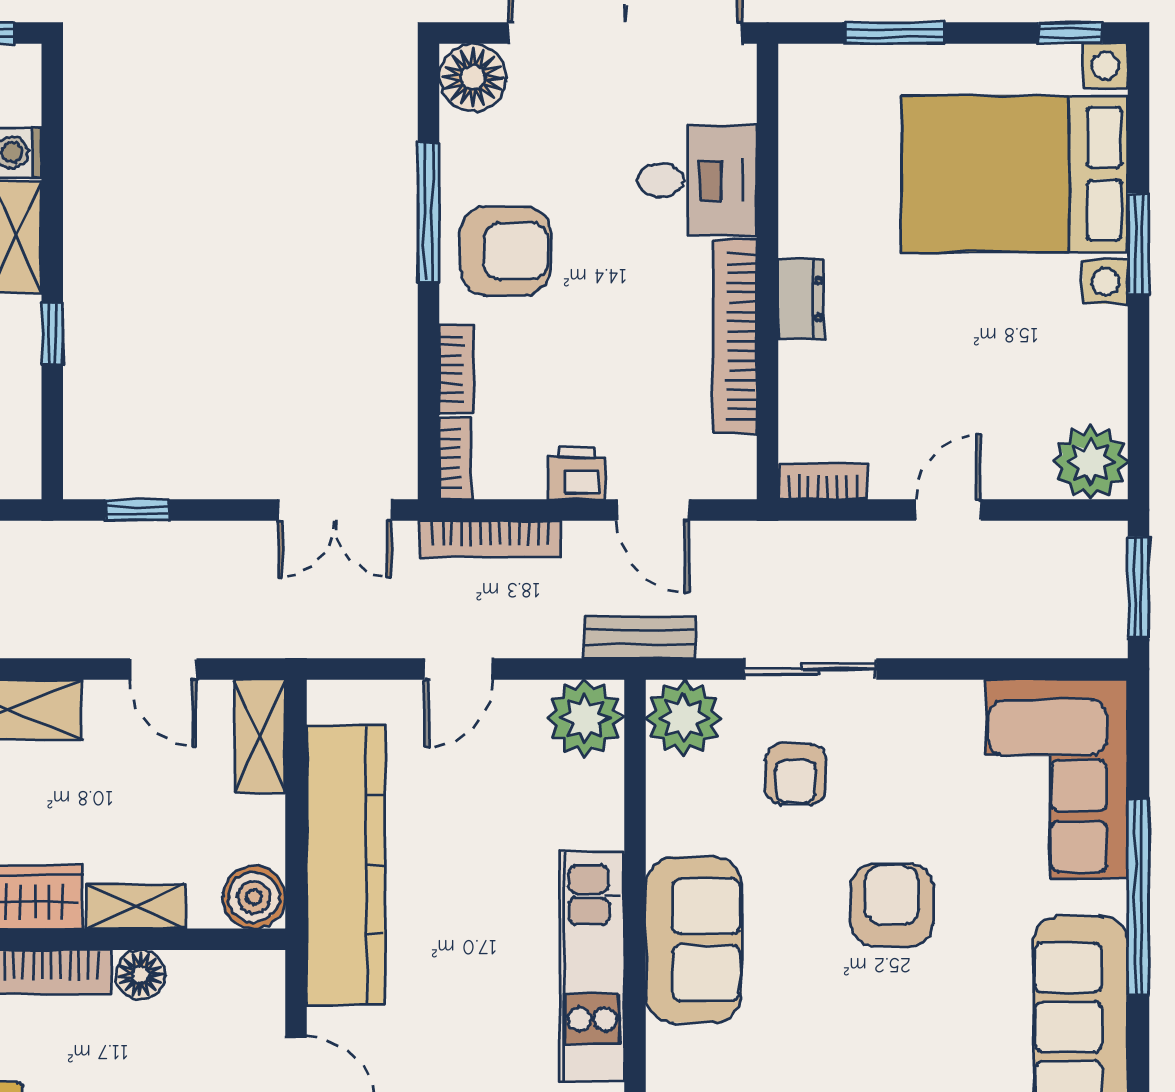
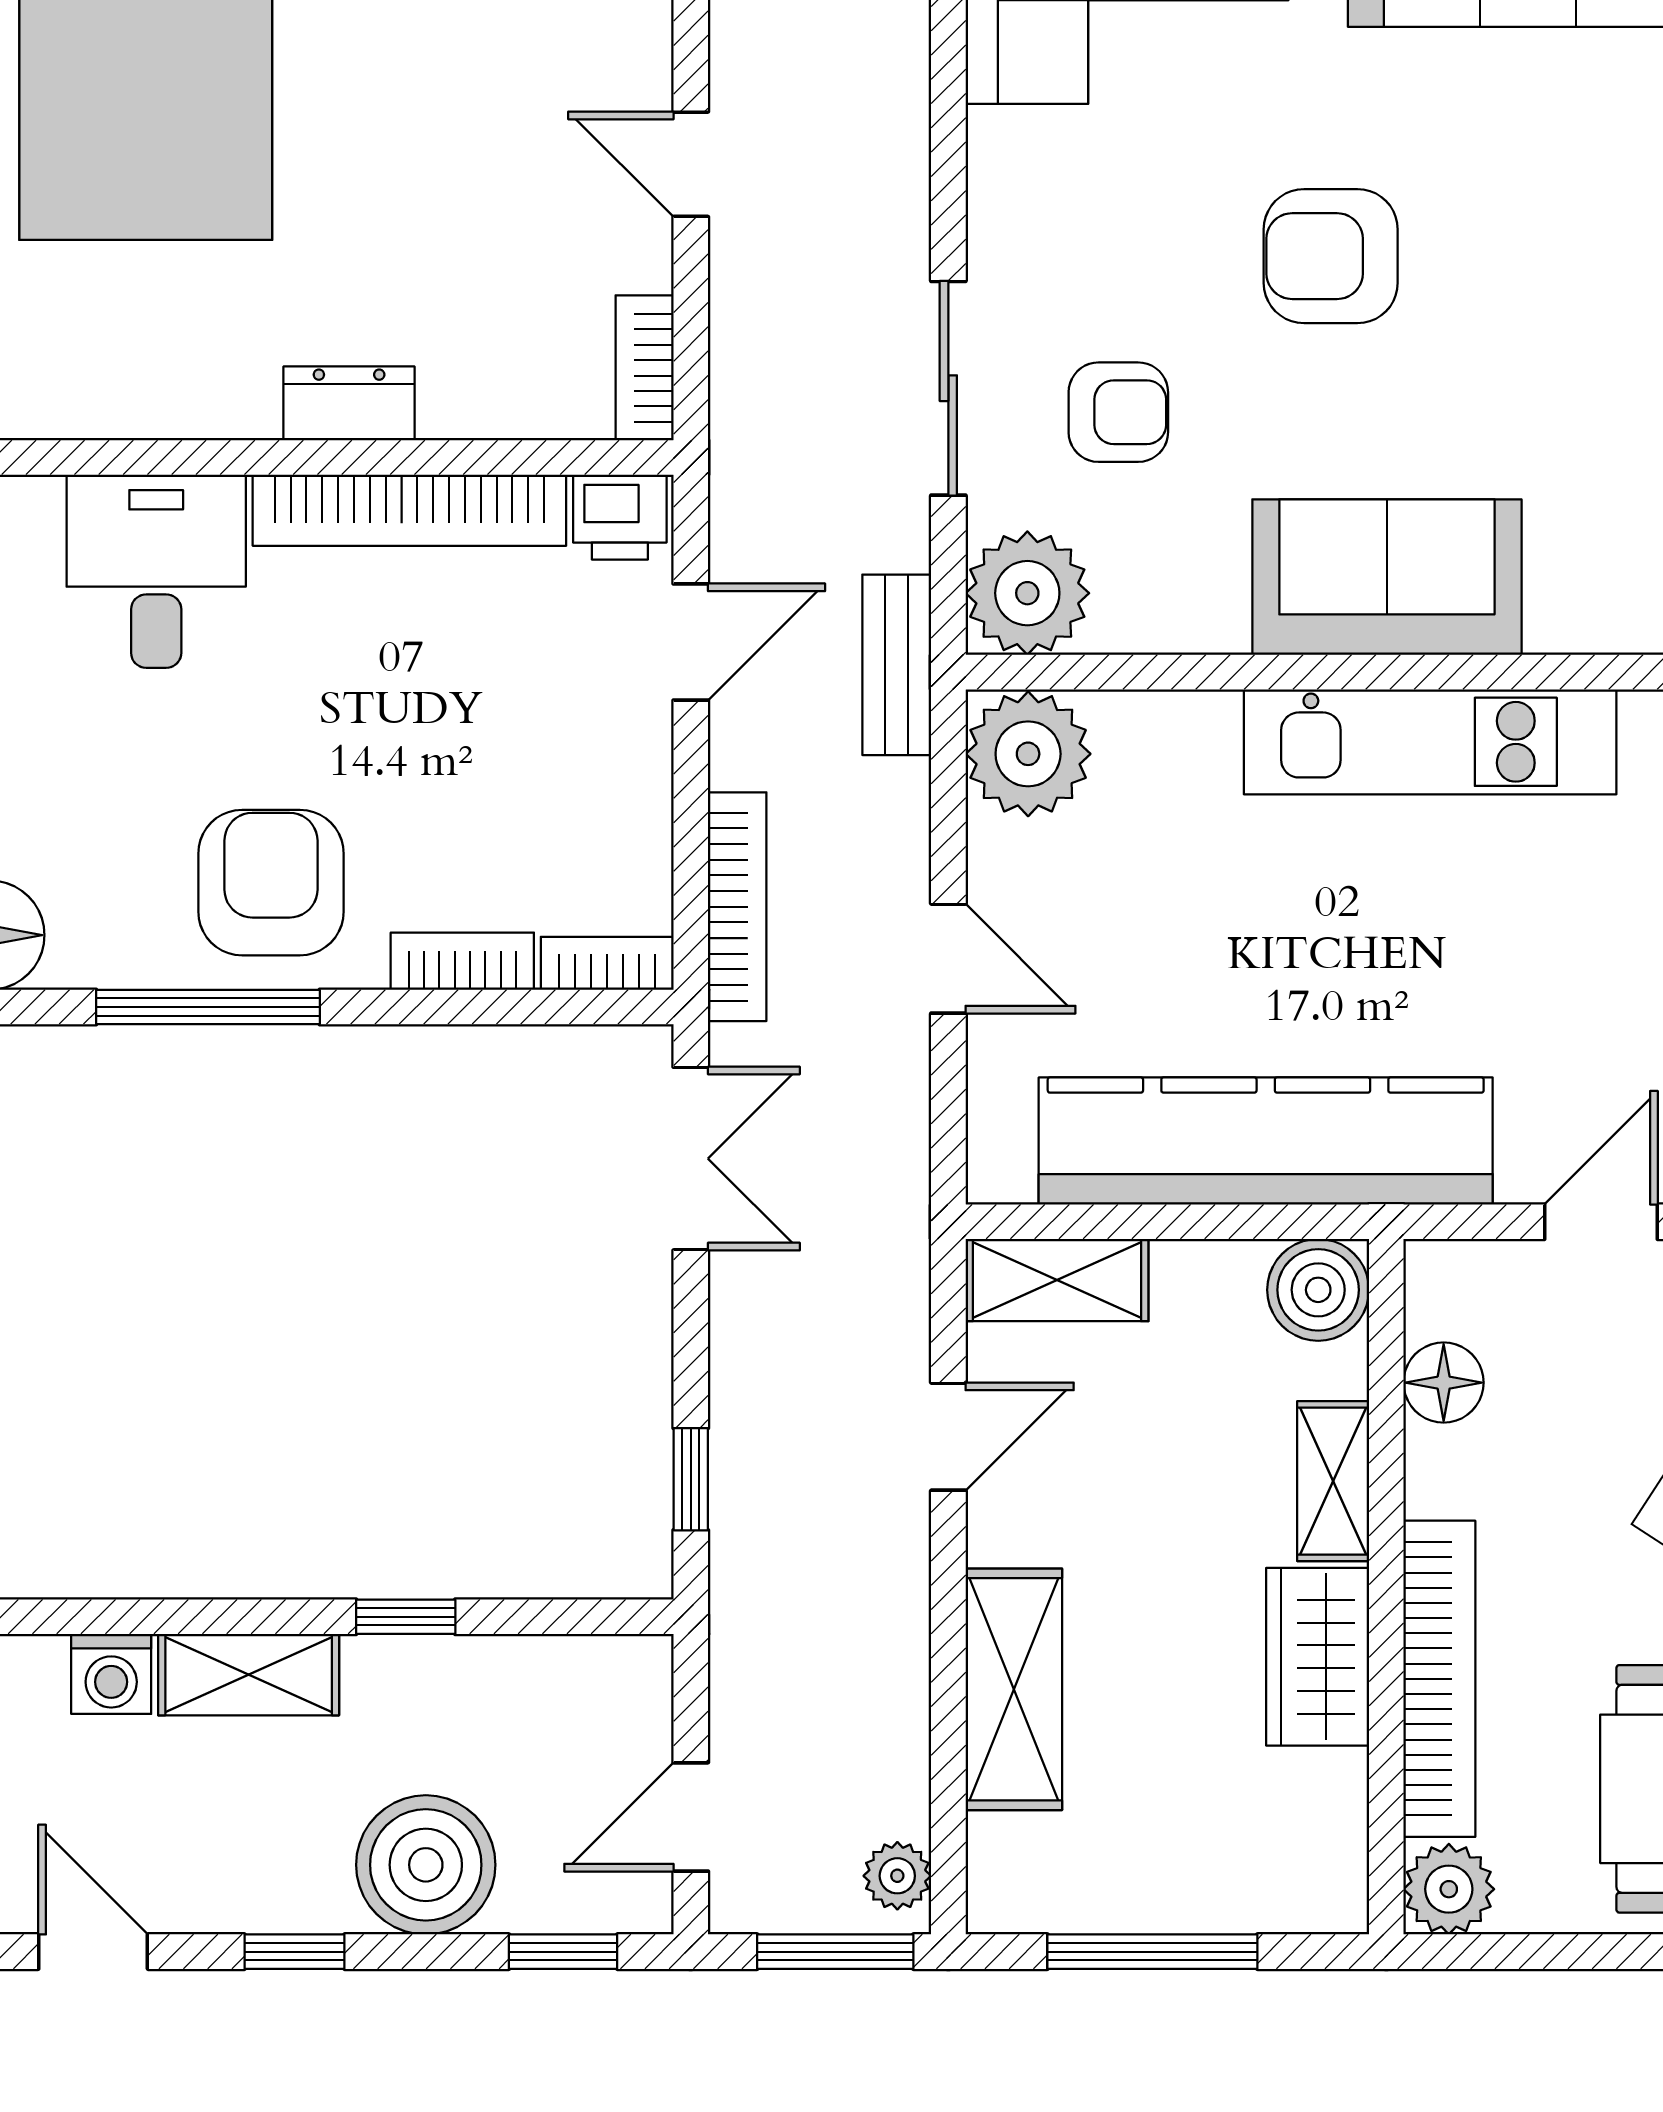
printer: (577, 473) -> (620, 517), moved, turned -90
floor lamp: (140, 975) -> (1444, 1383), moved

